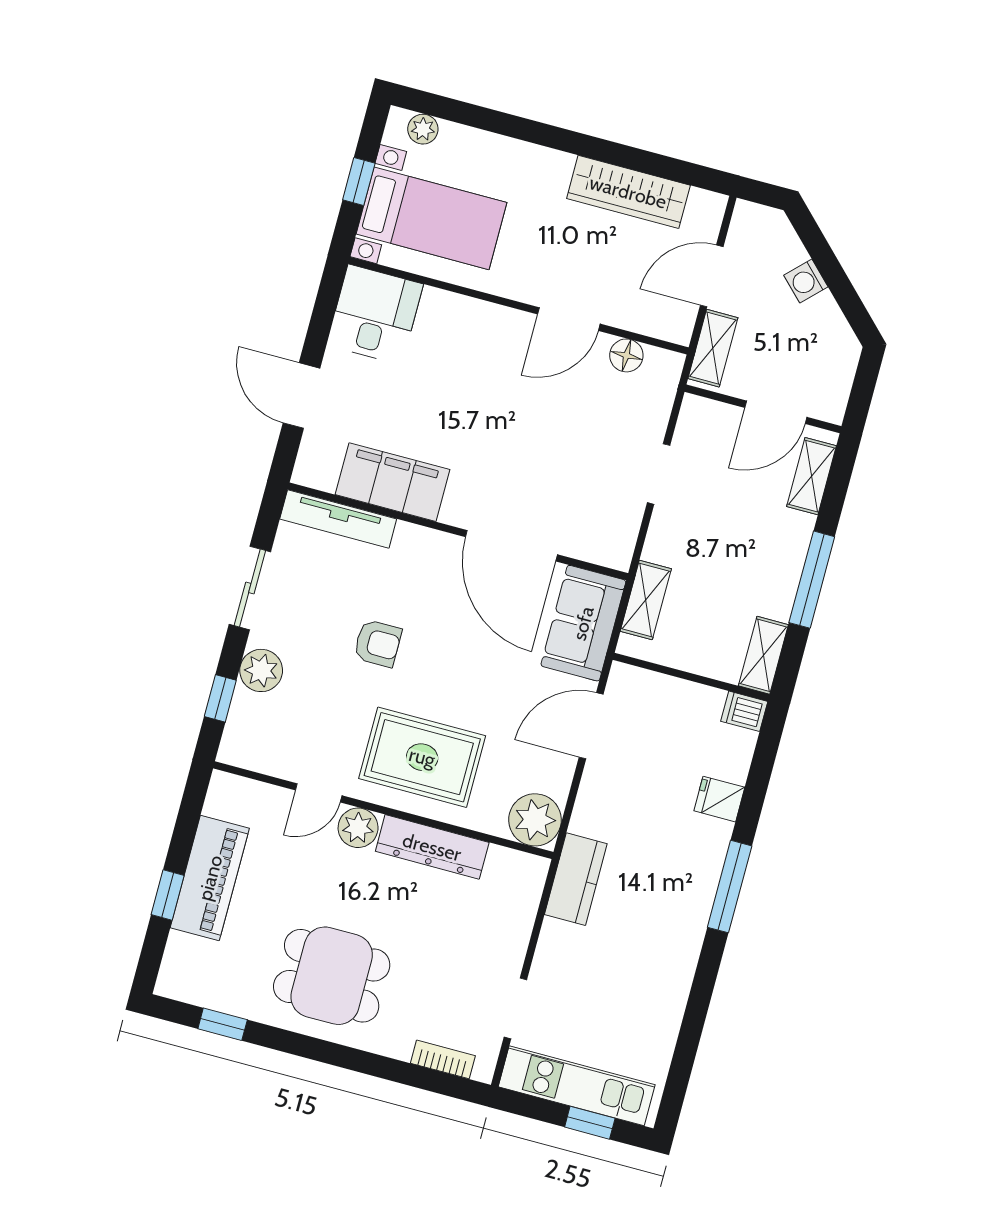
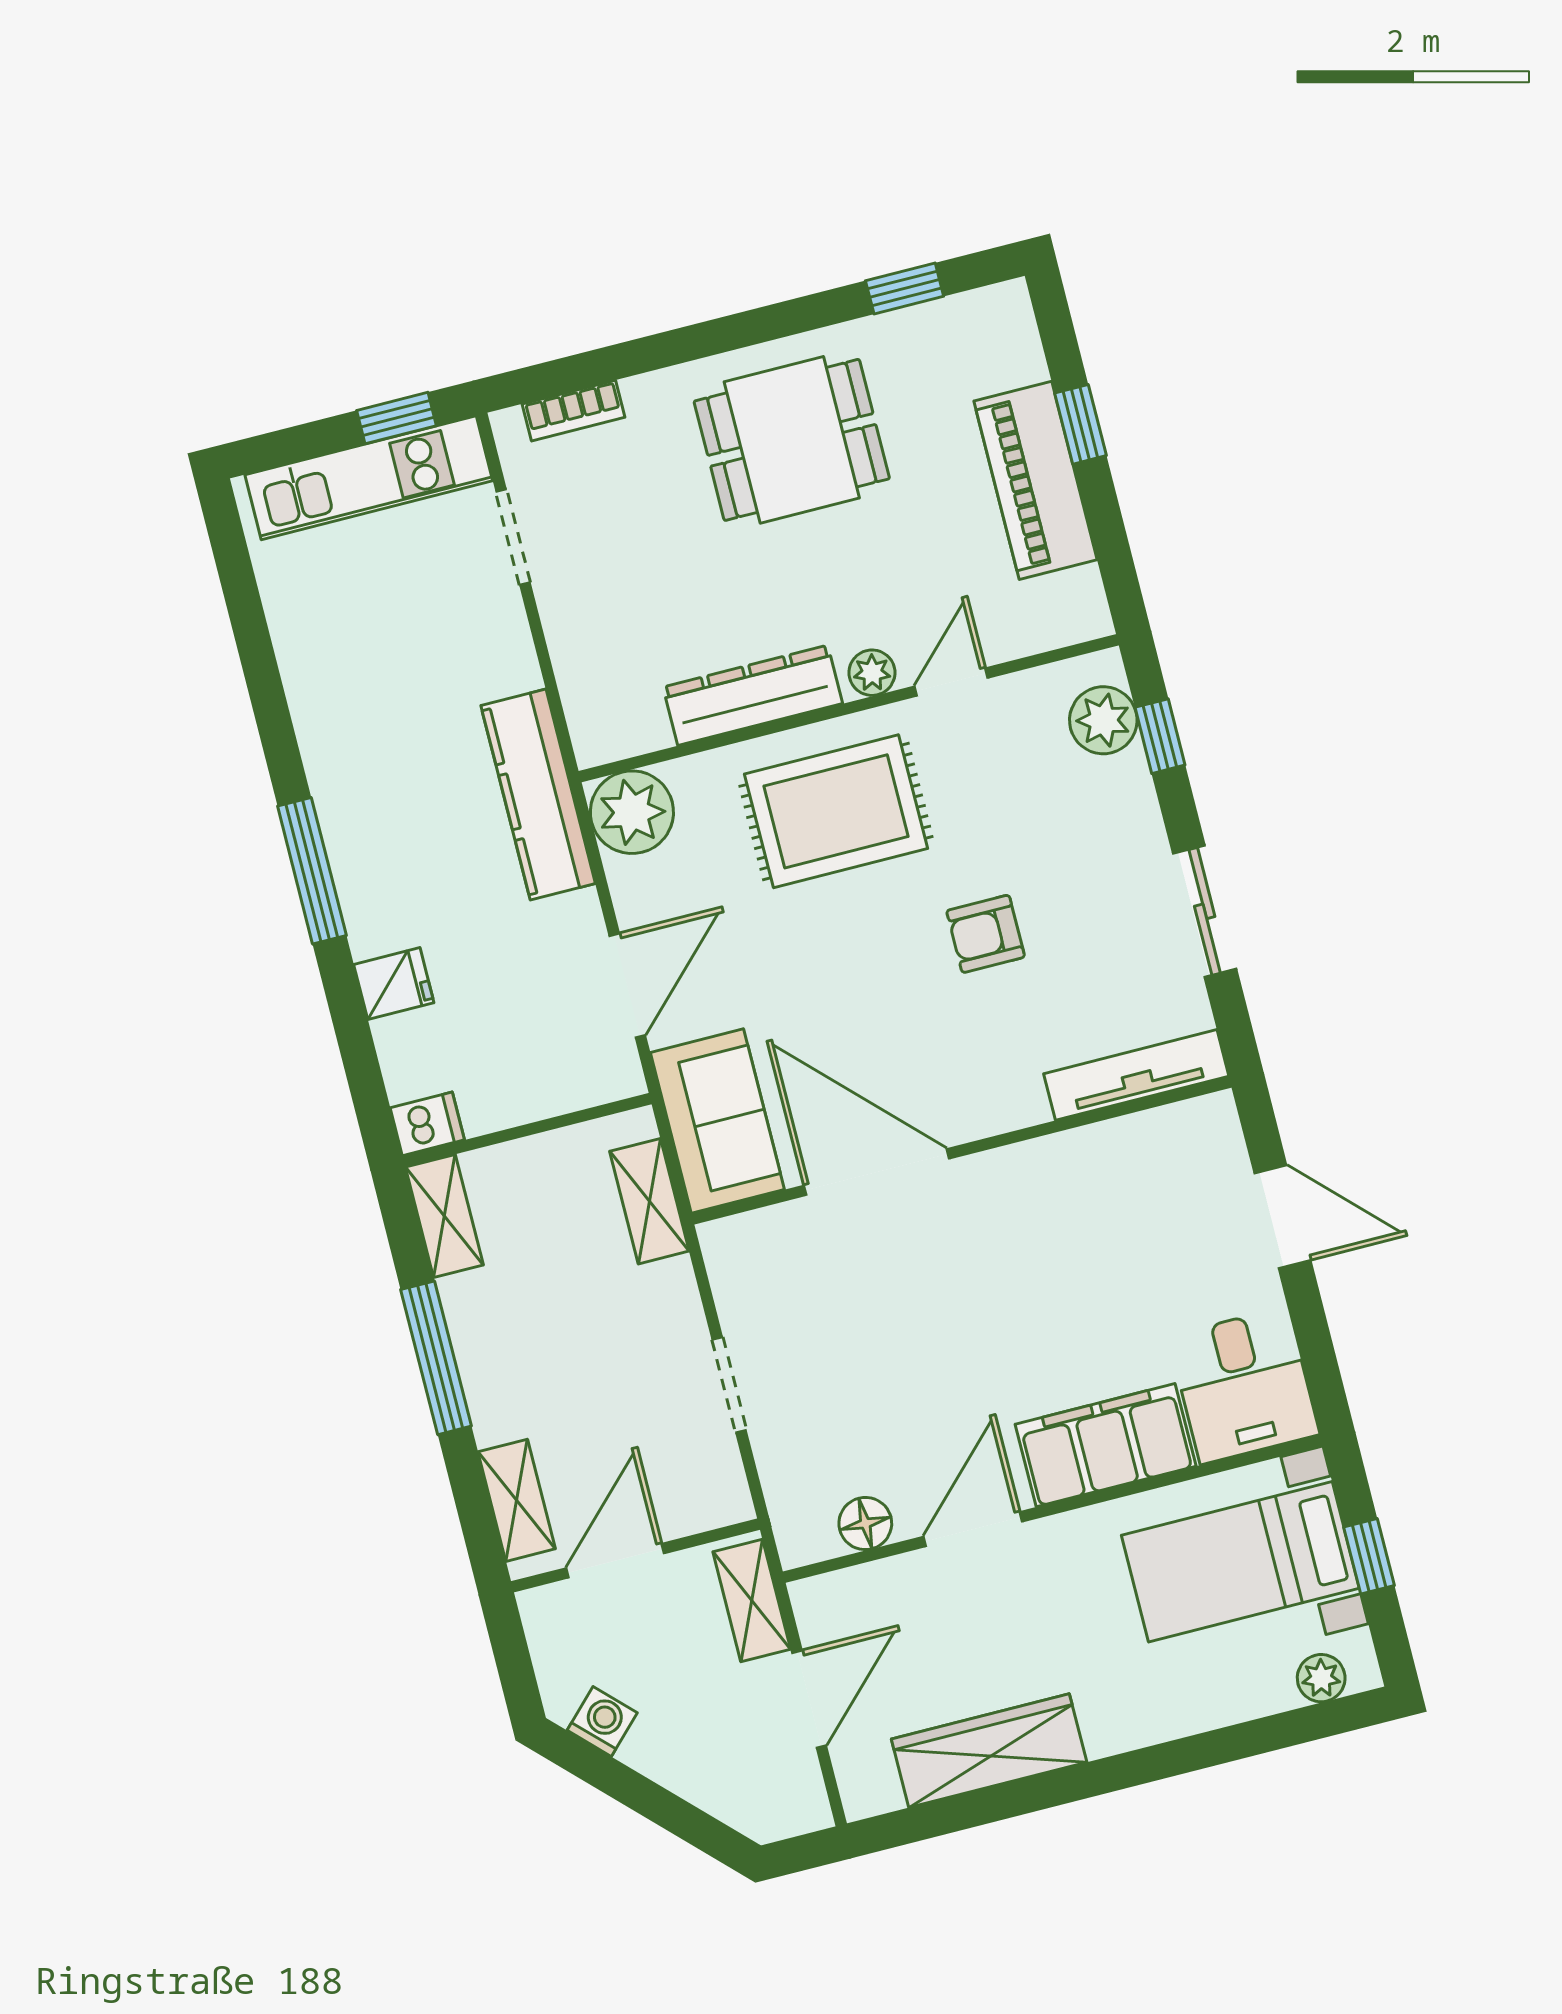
washing machine: (806, 281) -> (602, 1722), moved
filing cabinet: (392, 482) -> (1106, 1445), moved, turned 180
plant: (261, 670) -> (1103, 720), moved
plant: (358, 828) -> (872, 673), width x0.73, depth x0.73
kitchen counter: (576, 879) -> (538, 795), width x1.50
window: (590, 1123) -> (396, 418), moved

